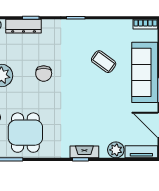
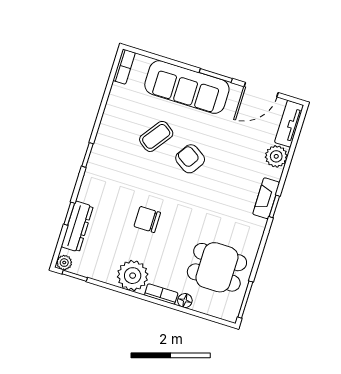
chair: (44, 74) -> (147, 219), turned 180
armchair: (95, 90) -> (190, 159), added

